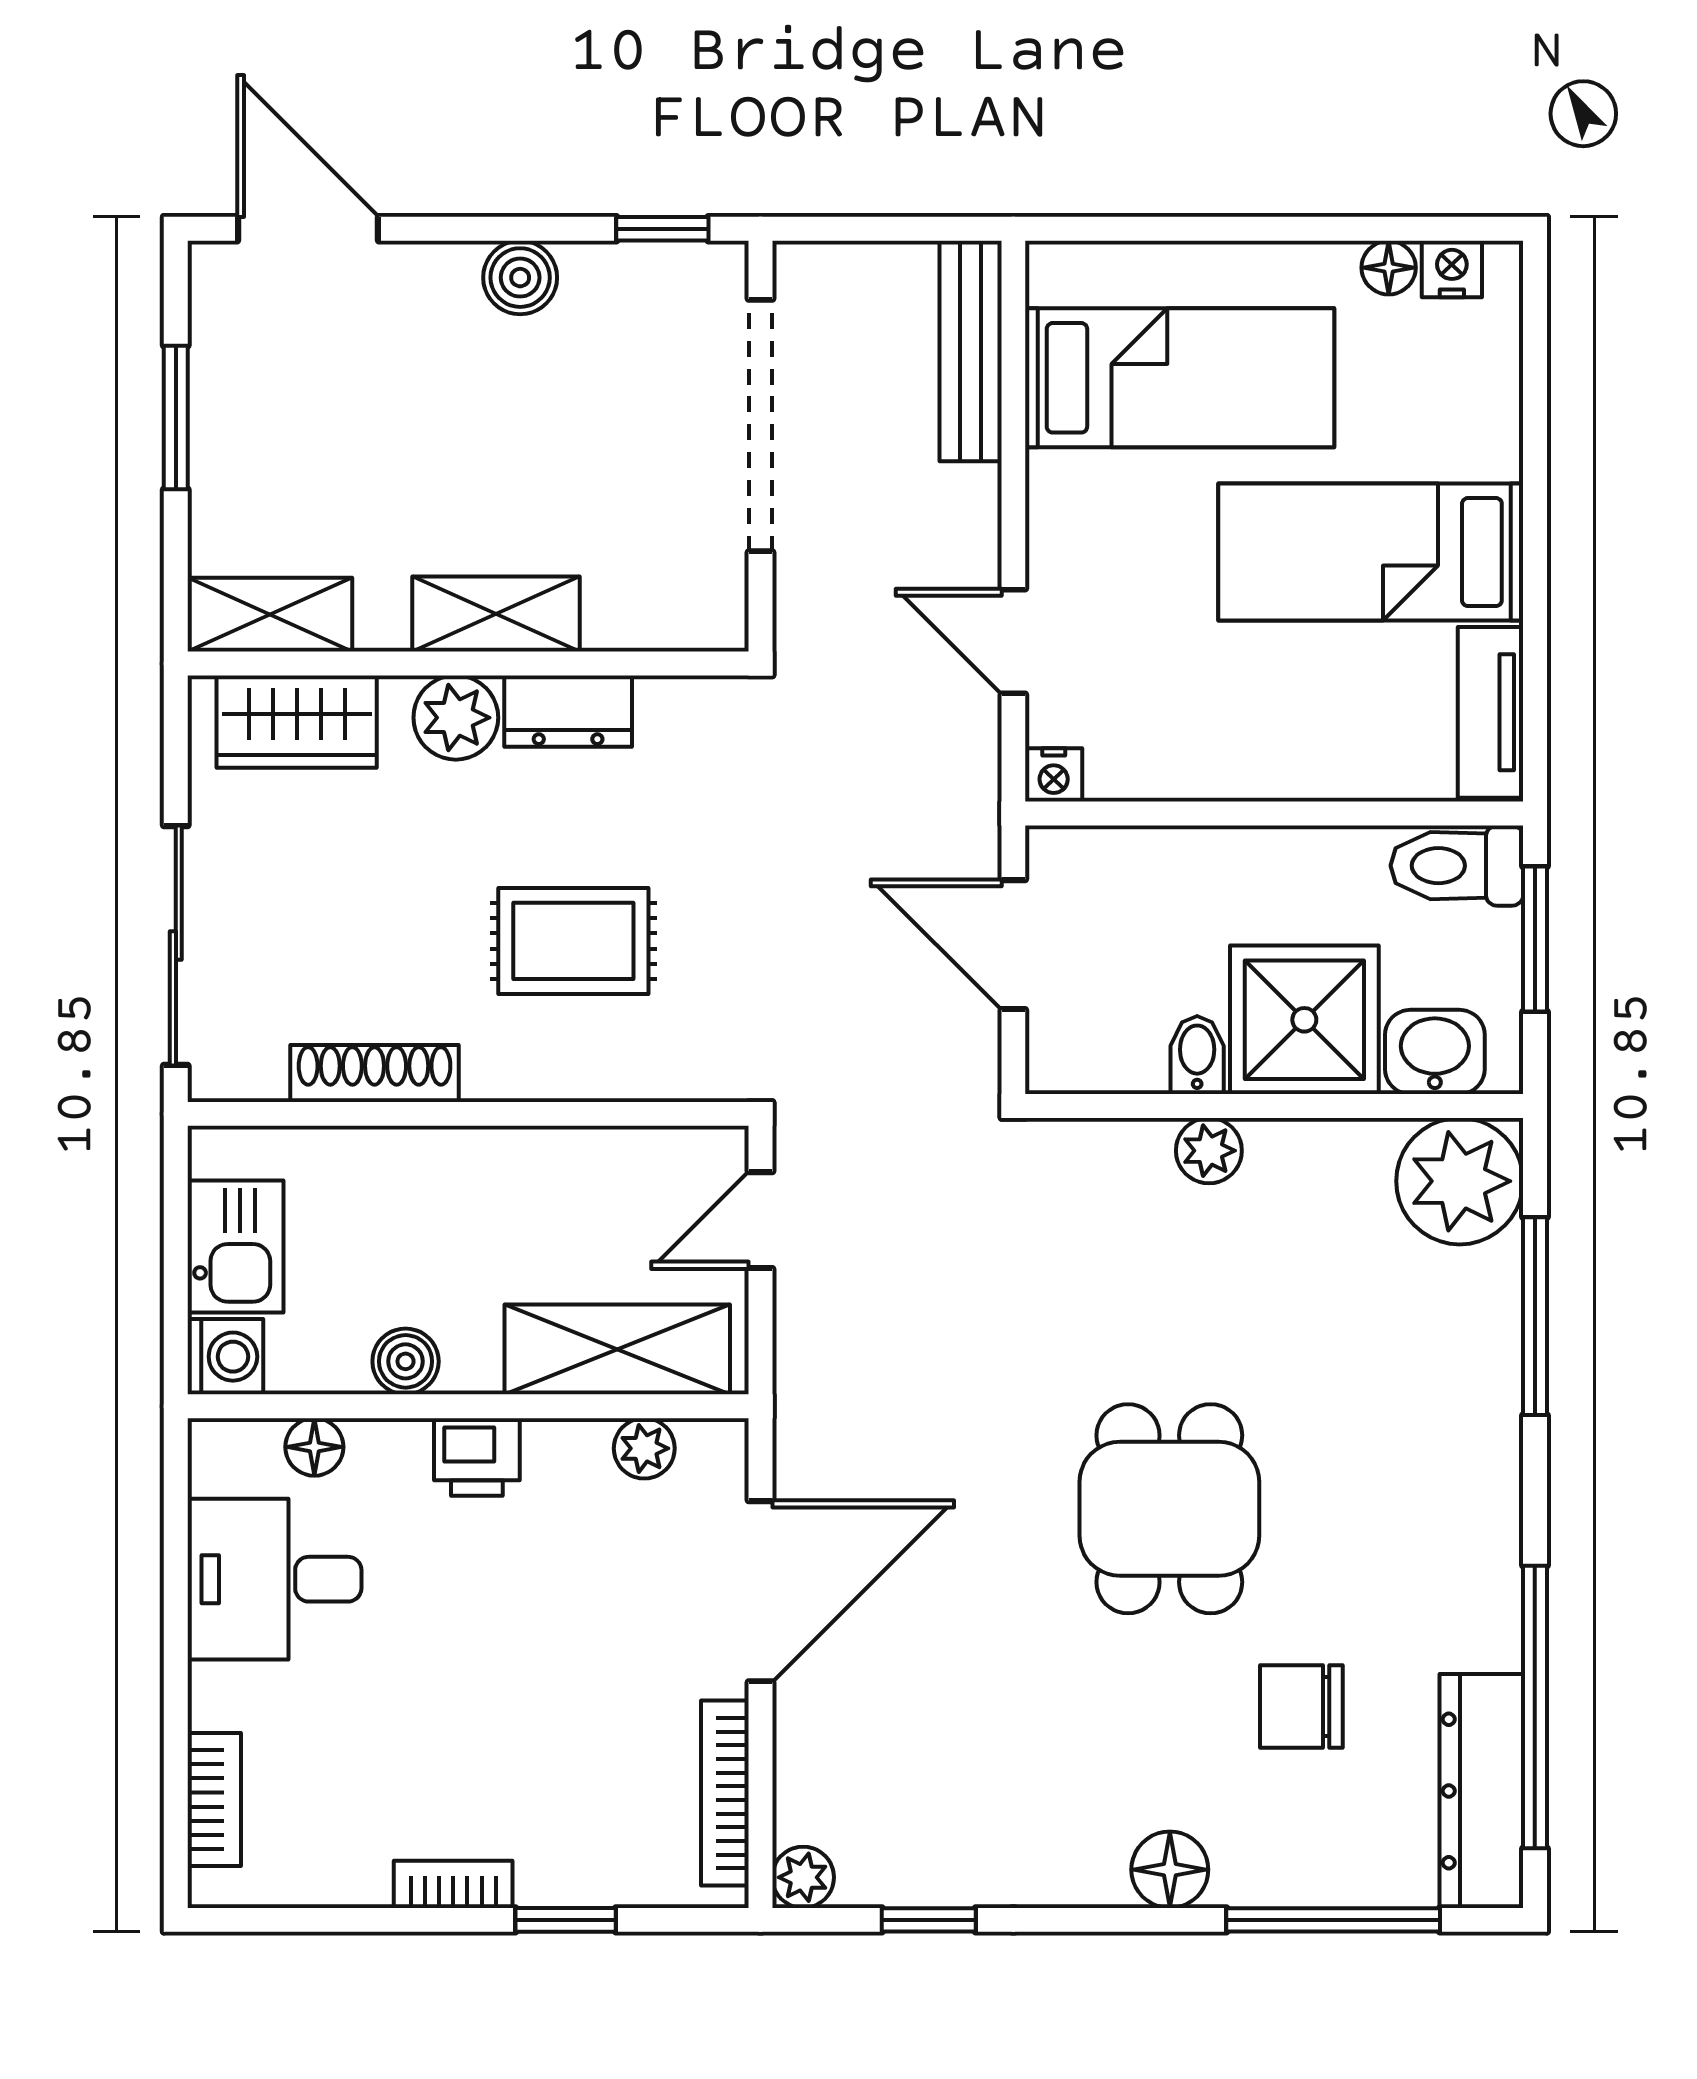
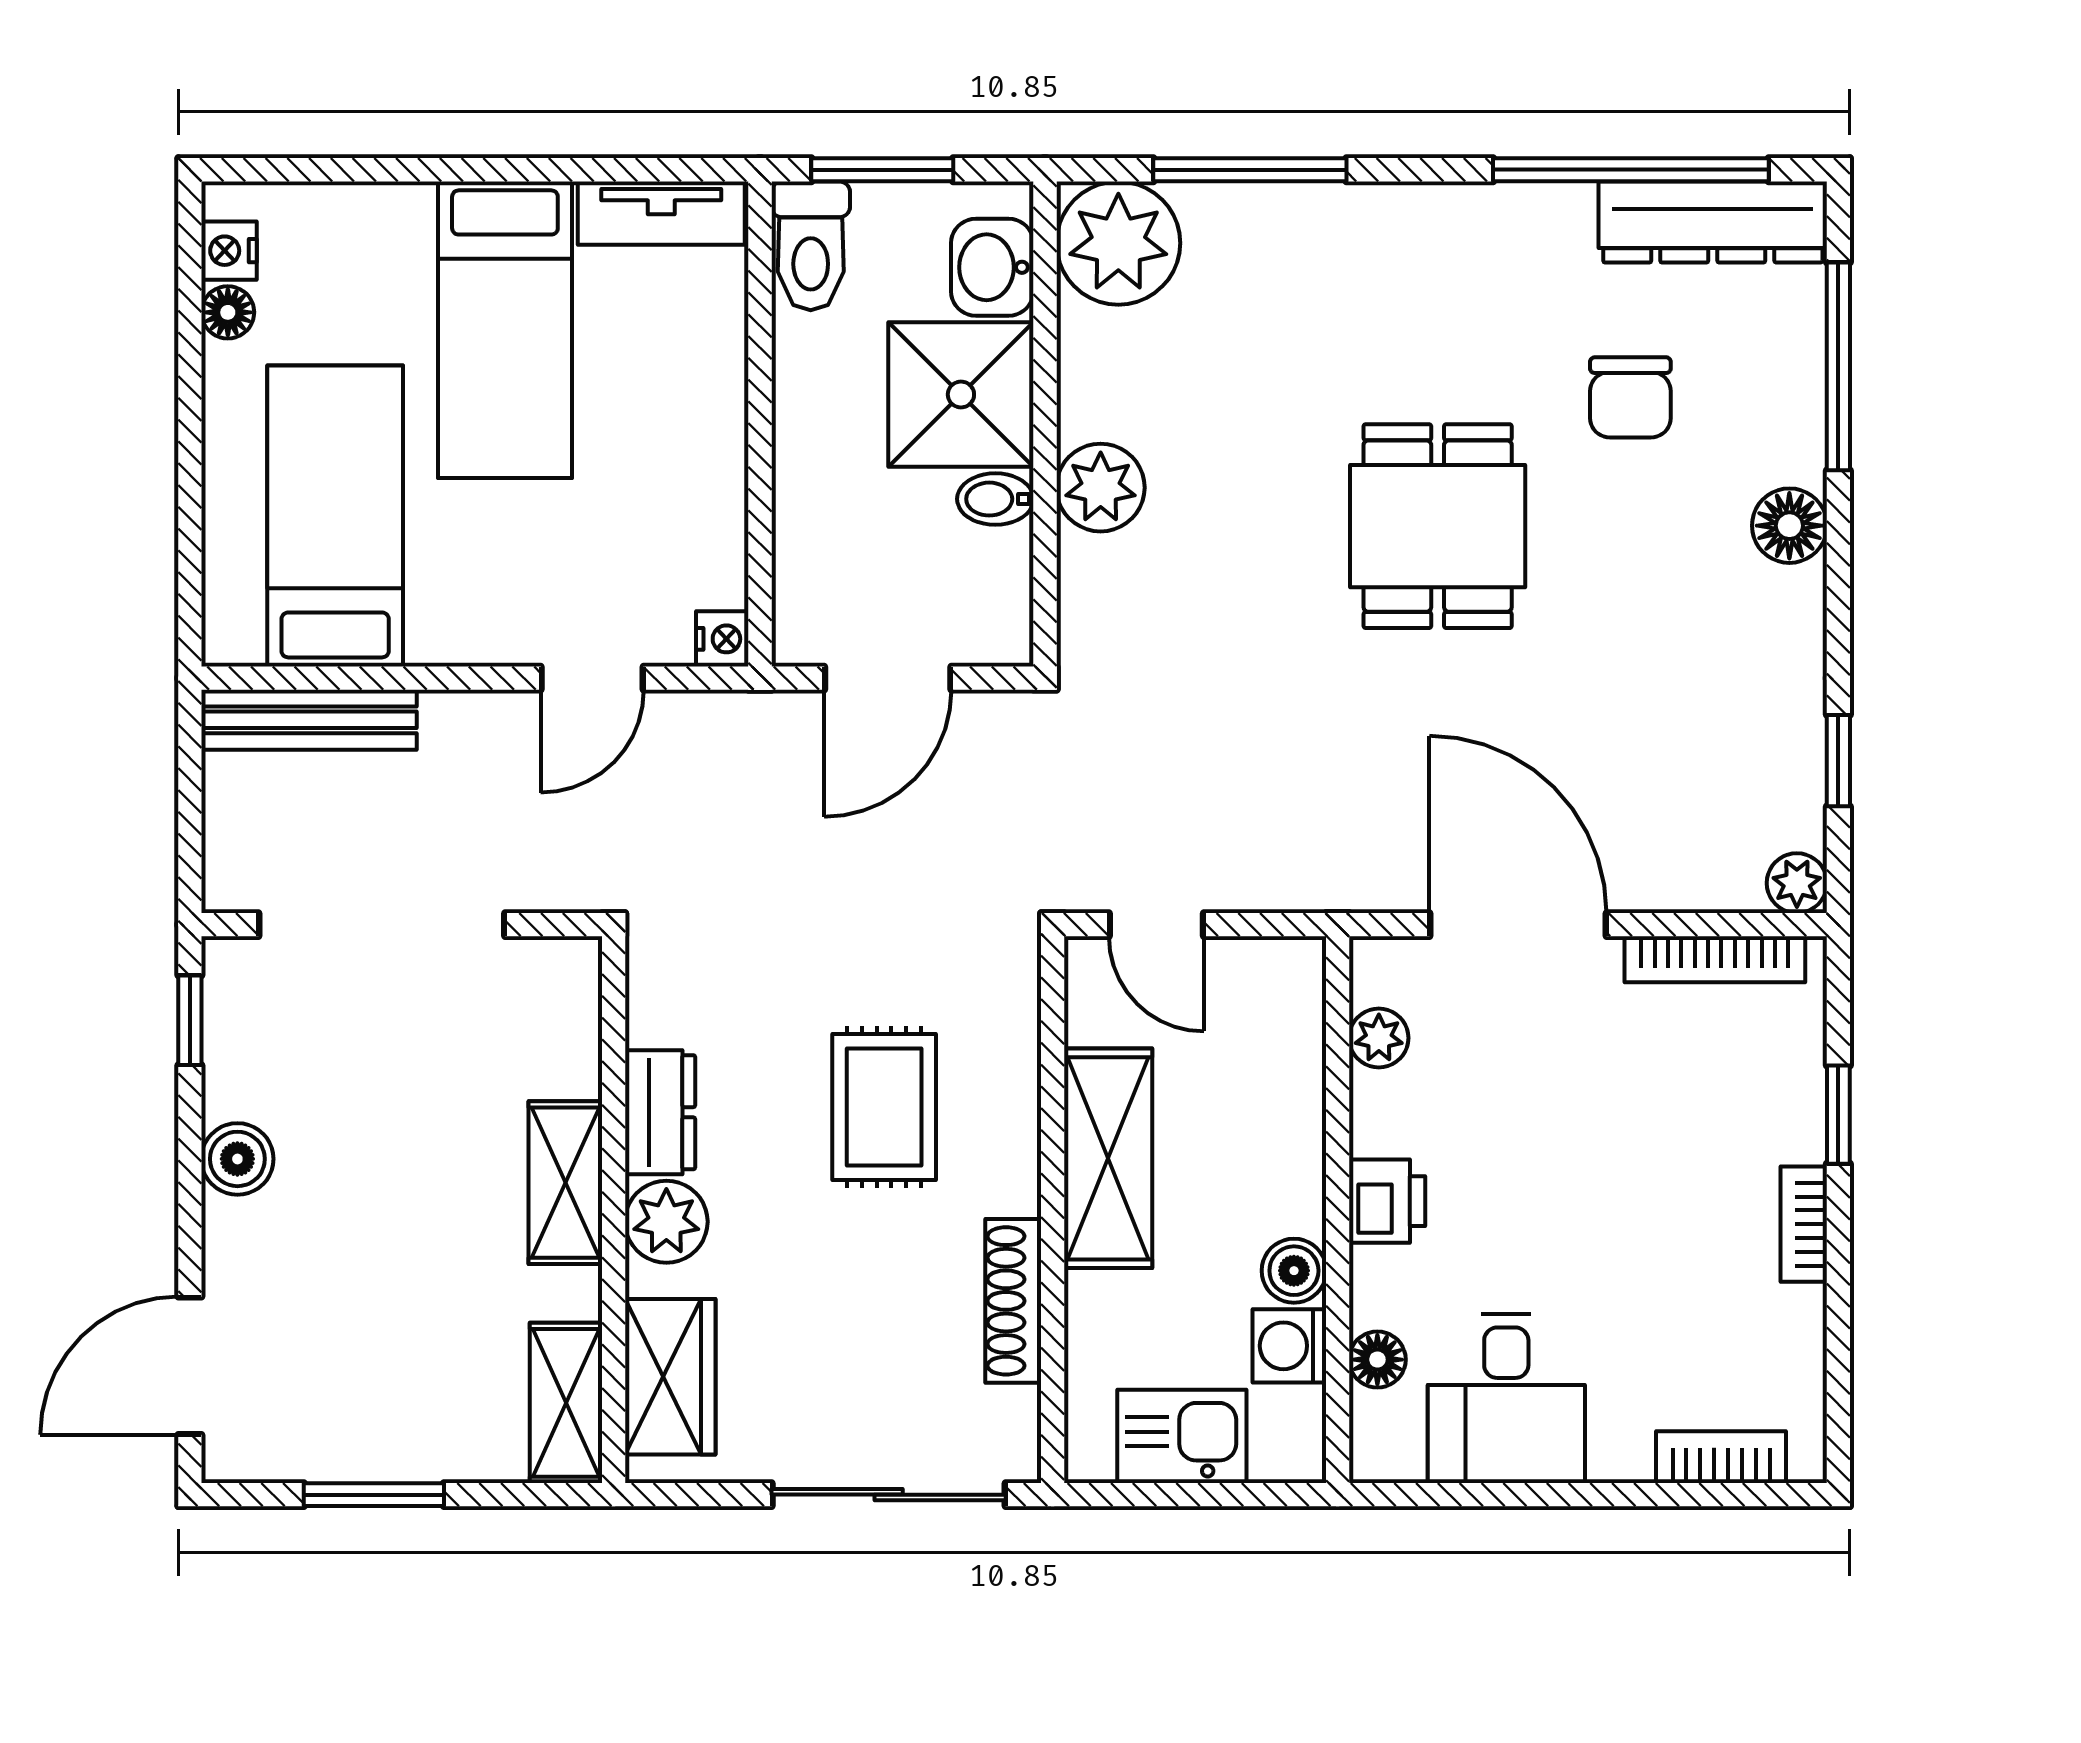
plant: (1209, 1151) -> (1101, 488), width x1.38, depth x1.38
shelving: (617, 1349) -> (1108, 1158), moved
washing machine: (225, 1357) -> (1289, 1346), moved, turned -90
dining table: (1169, 1509) -> (1438, 526), turned 90

